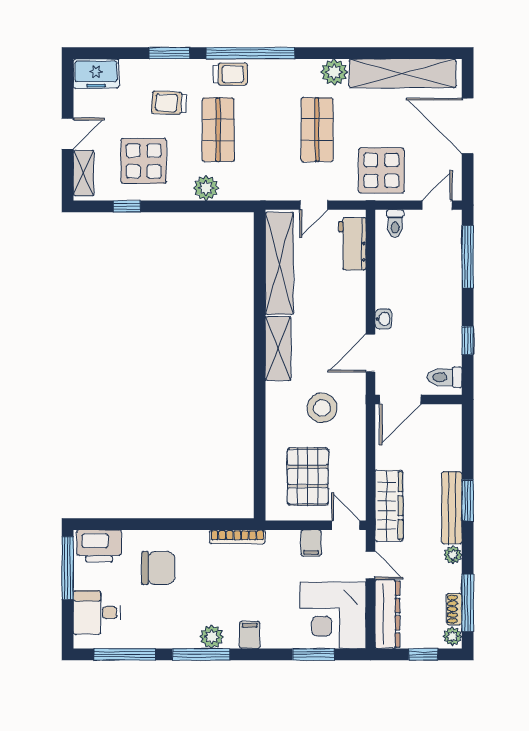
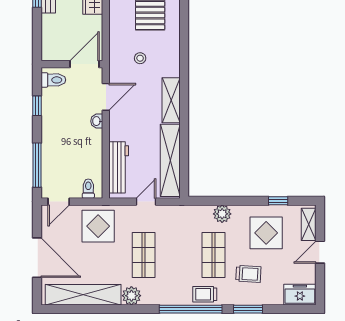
workbench: (352, 244) -> (119, 167), width x1.38
stool: (322, 408) -> (140, 58), width x0.53, depth x0.53

